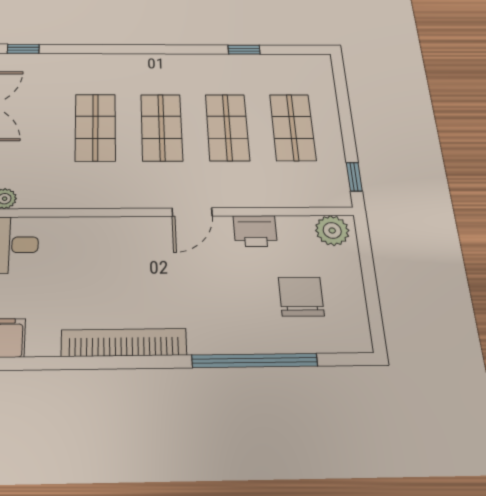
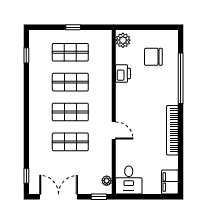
window: (244, 50) -> (26, 55), moved
window: (354, 177) -> (73, 27), moved
door: (192, 212) -> (114, 130), moved

